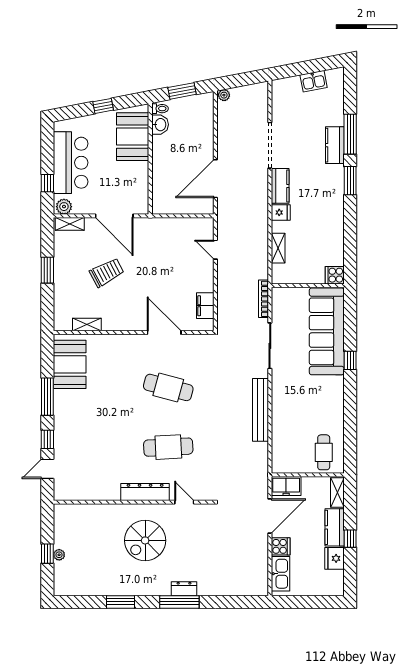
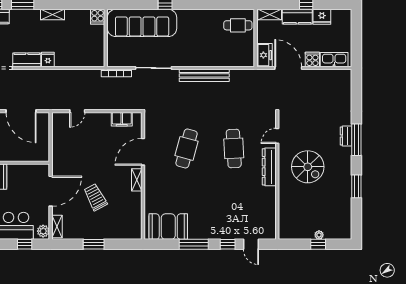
shelving: (278, 248) -> (52, 15), moved
shelving: (87, 325) -> (137, 180), moved

